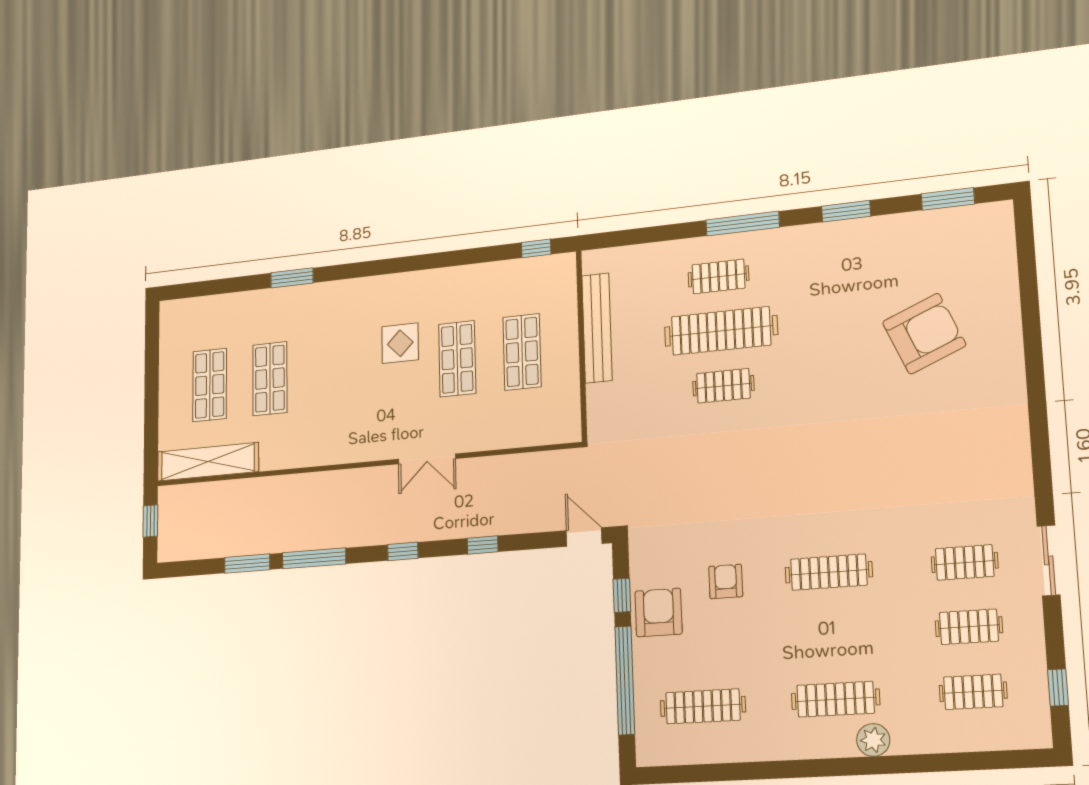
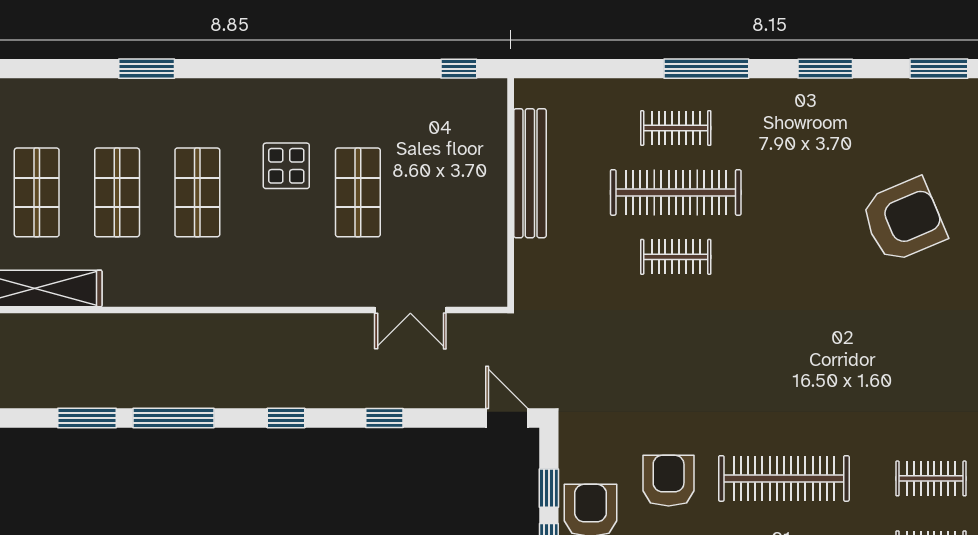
shop shelf: (522, 352) -> (197, 192), moved
double door: (427, 459) -> (410, 310), moved
clothes rail: (829, 572) -> (784, 478), width x1.37, depth x1.31
armchair: (726, 581) -> (669, 481), width x1.38, depth x1.38

